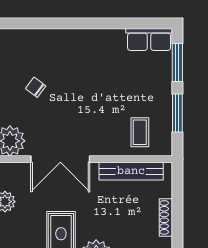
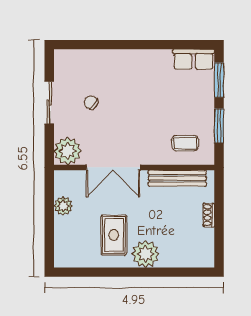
coffee table: (140, 132) -> (185, 143), turned 90
shoe rack: (166, 217) -> (209, 215), width x0.70

